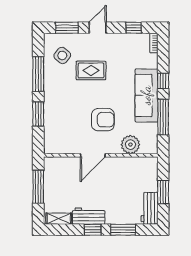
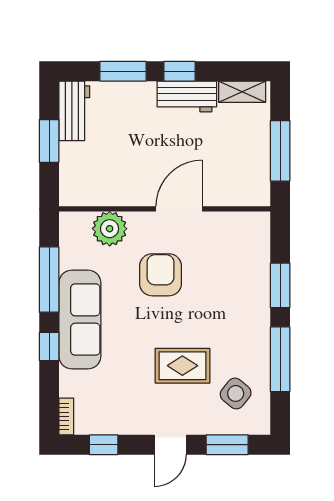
armchair: (103, 120) -> (160, 275), turned 90

